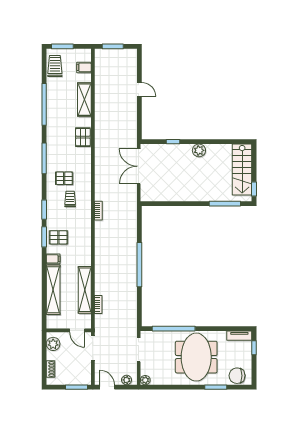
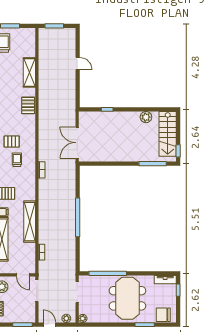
filing cabinet: (84, 67) -> (29, 44), removed
plant: (199, 150) -> (146, 117), moved
double door: (139, 166) -> (77, 143), moved
shelving: (85, 290) -> (30, 222), moved

